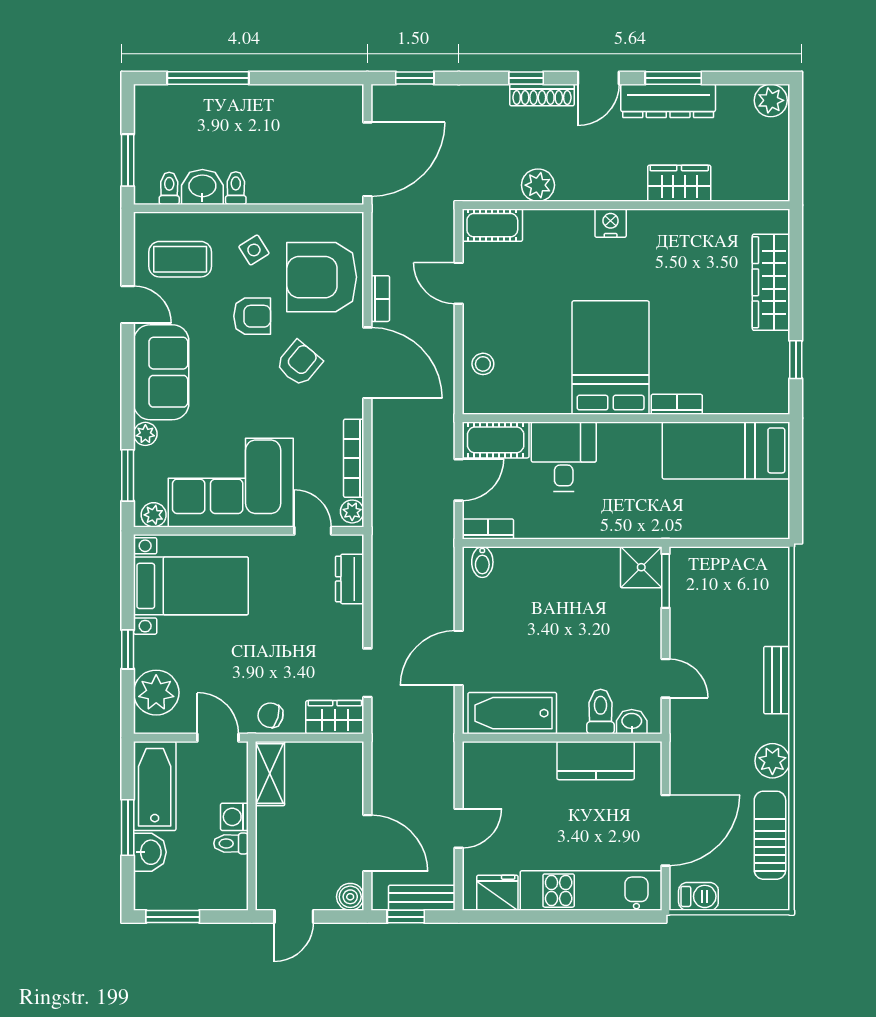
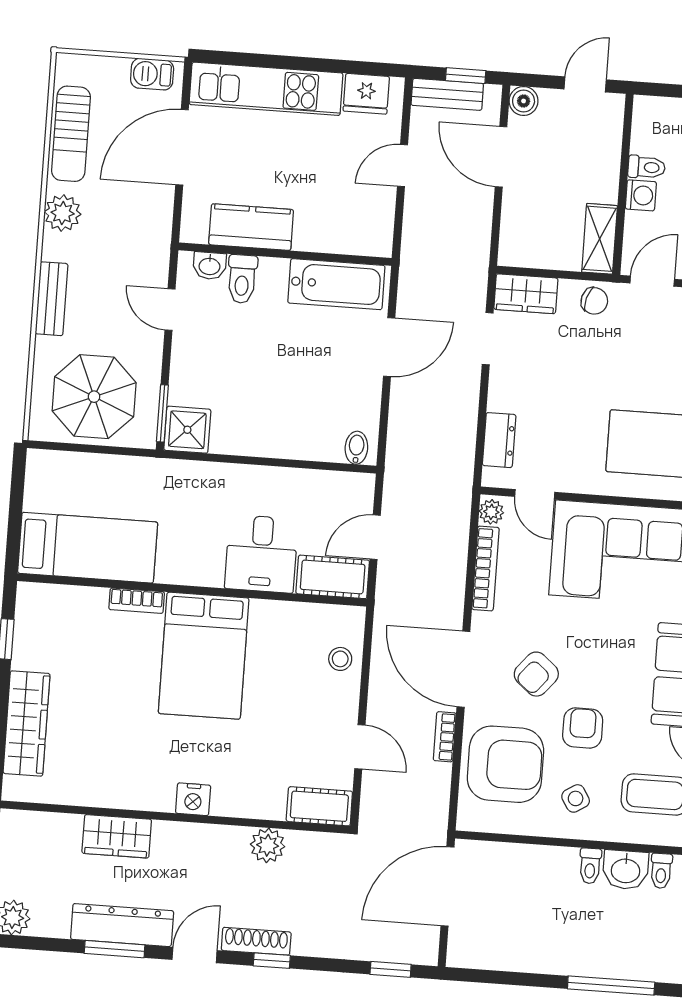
armchair: (252, 316) -> (583, 728), turned 90
bookcase: (488, 529) -> (348, 482), removed
parasol: (730, 592) -> (94, 397), added
door: (218, 738) -> (652, 281), swing flipped

